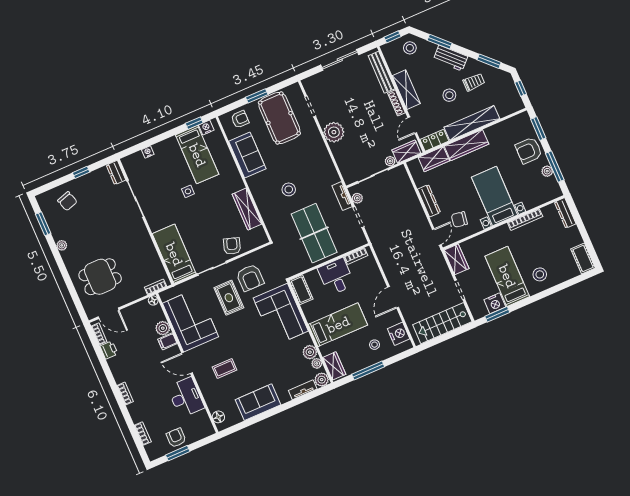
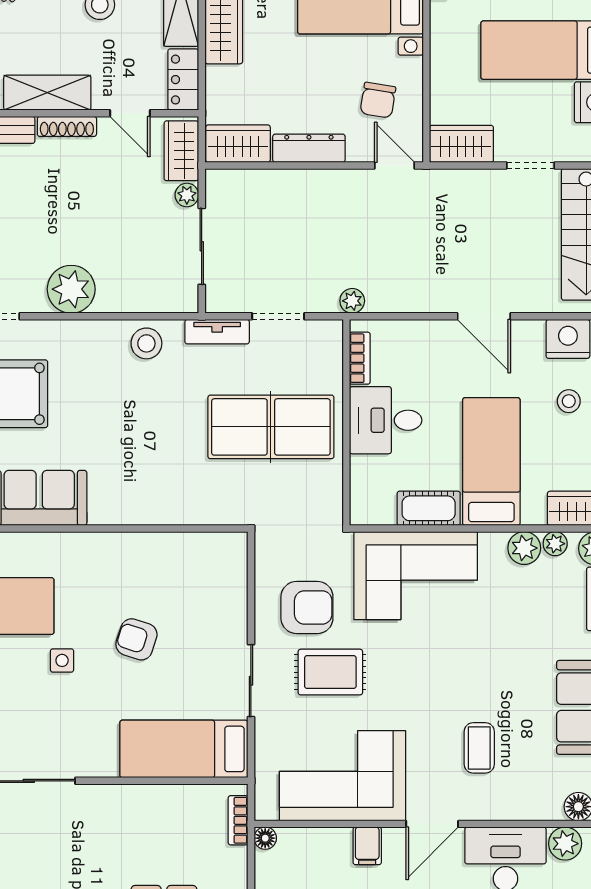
wardrobe: (434, 159) -> (238, 144), moved, turned -90
stool: (289, 189) -> (146, 343), moved
plant: (357, 198) -> (352, 301), moved
wardrobe: (247, 209) -> (156, 550), removed
armchair: (232, 246) -> (136, 639), moved
cot: (301, 290) -> (429, 508), moved
plant: (163, 328) -> (565, 844), moved

